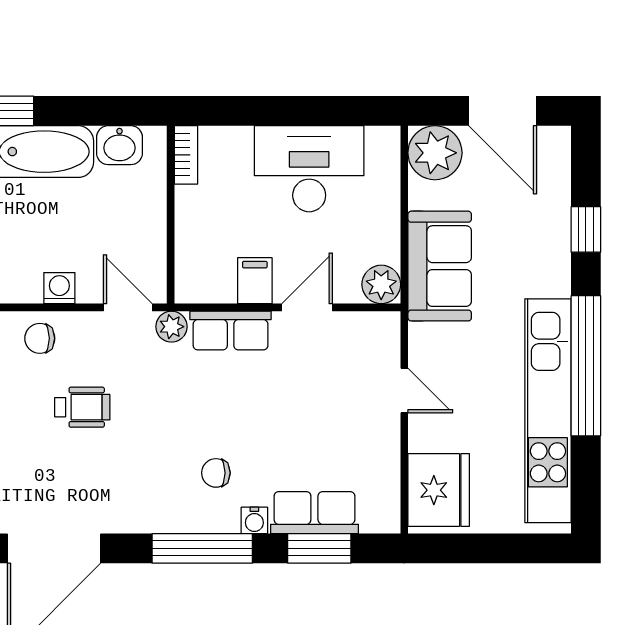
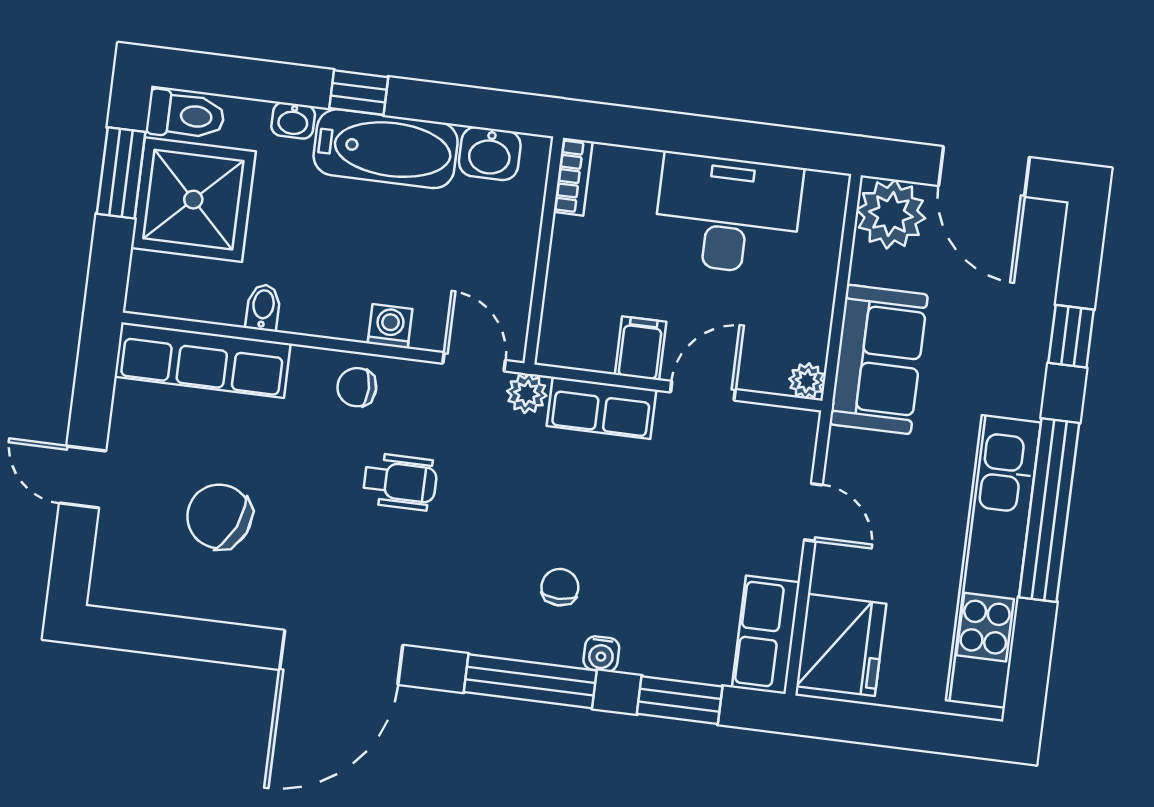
plant: (381, 284) -> (807, 381), width x0.73, depth x0.73
chair: (216, 473) -> (560, 587), turned 90
row of seats: (314, 513) -> (766, 635), moved, turned -90

